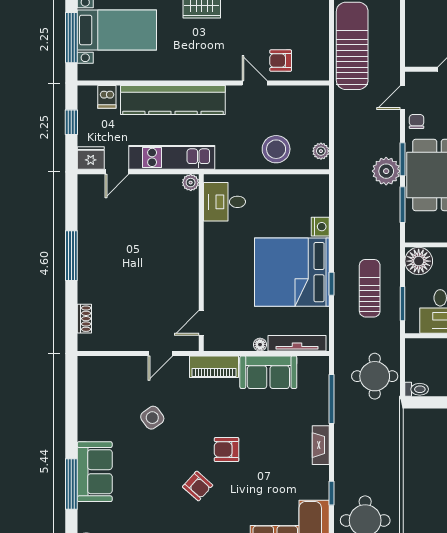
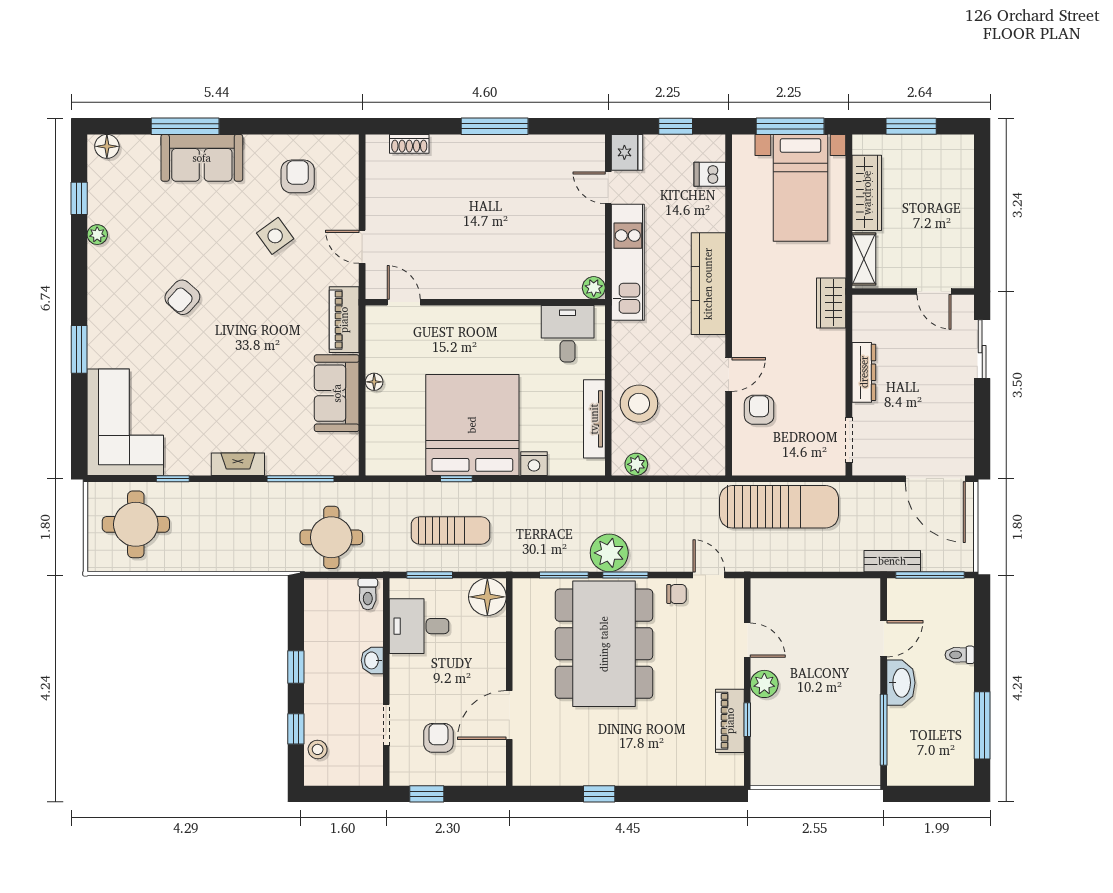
kitchen counter: (173, 100) -> (708, 284), width x0.72, depth x0.86
tv unit: (297, 343) -> (594, 419), moved, turned 180
toilet: (417, 389) -> (368, 594), moved
armchair: (227, 450) -> (298, 176), moved

